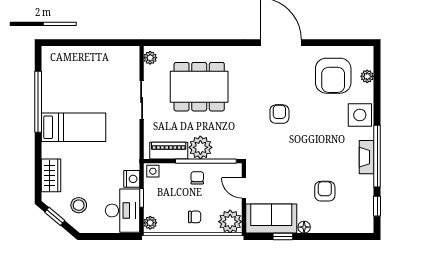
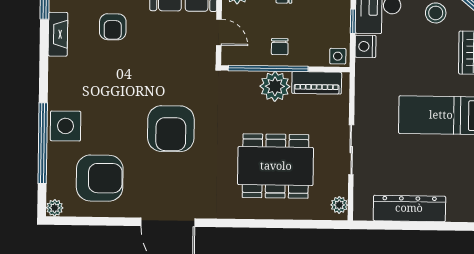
dresser: (97, 56) -> (409, 208), added
armchair: (333, 76) -> (100, 178), turned 90
plant: (367, 76) -> (55, 208), moved
armchair: (279, 114) -> (171, 129), width x1.88, depth x1.88
window: (377, 156) -> (43, 143), moved
fireplace: (367, 157) -> (58, 34), moved

